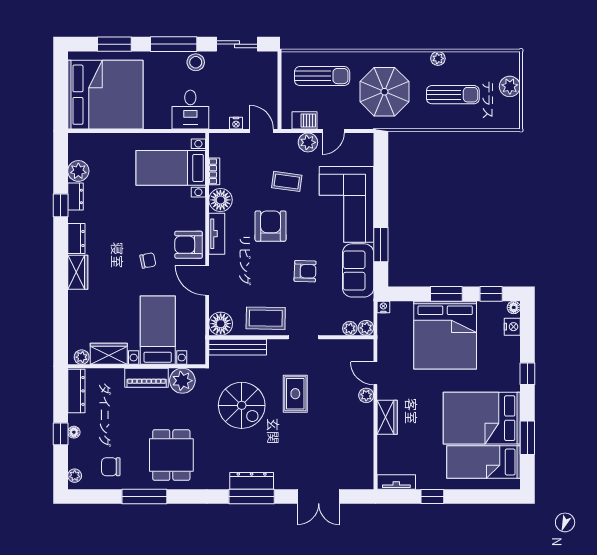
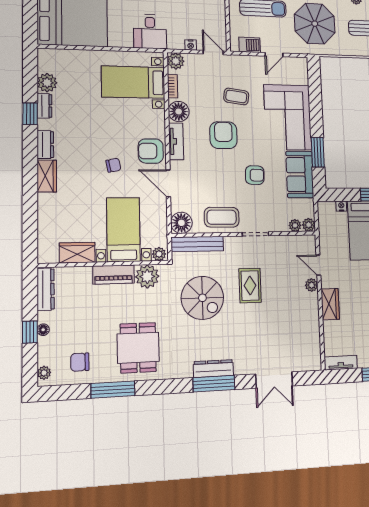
plant: (308, 142) -> (176, 61), moved
nightstand: (383, 307) -> (341, 206), moved
plant: (82, 357) -> (159, 254), moved

